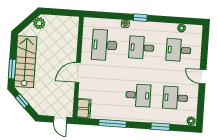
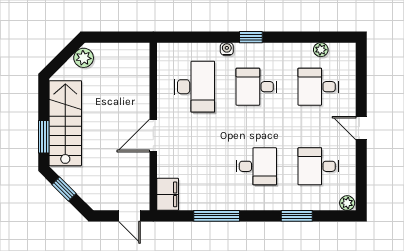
desk: (104, 45) -> (194, 87), turned 180

